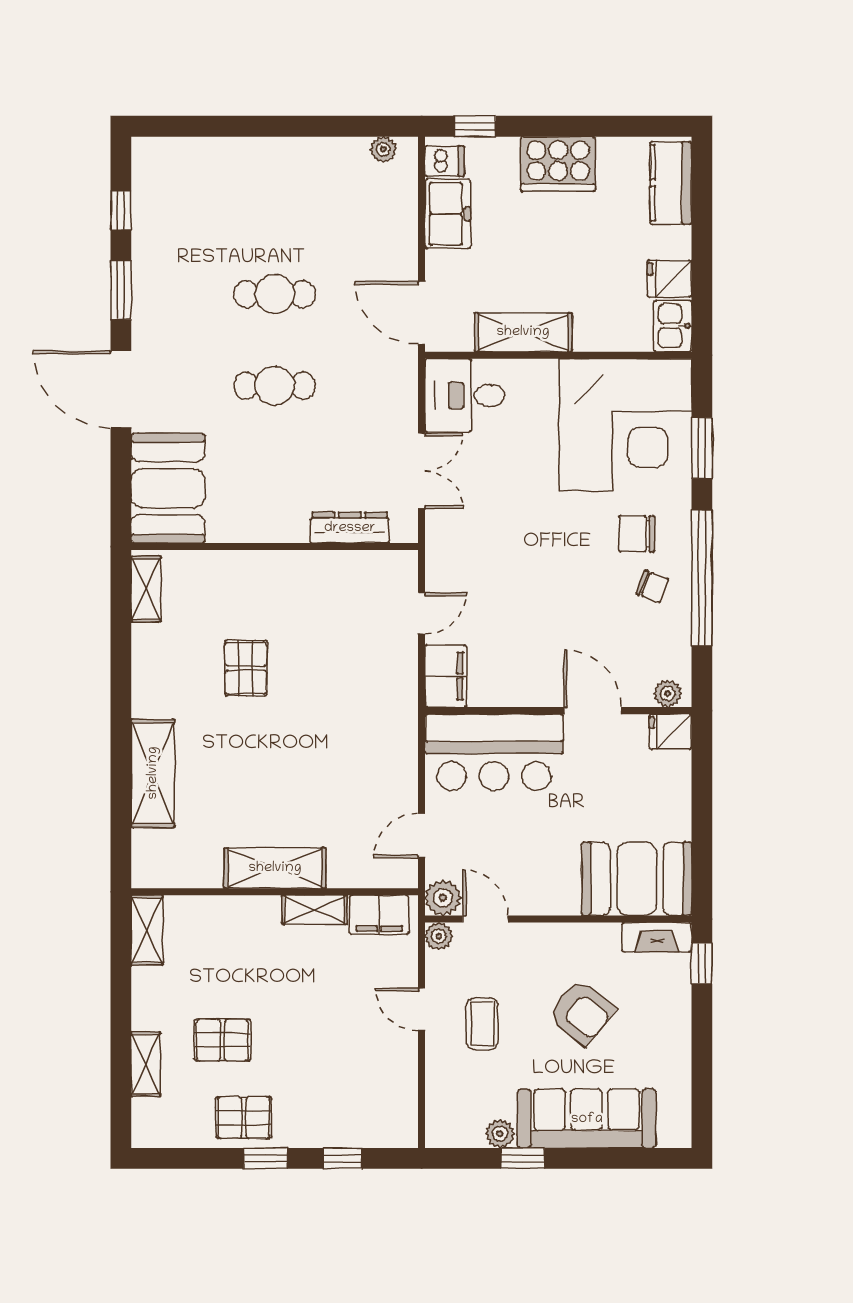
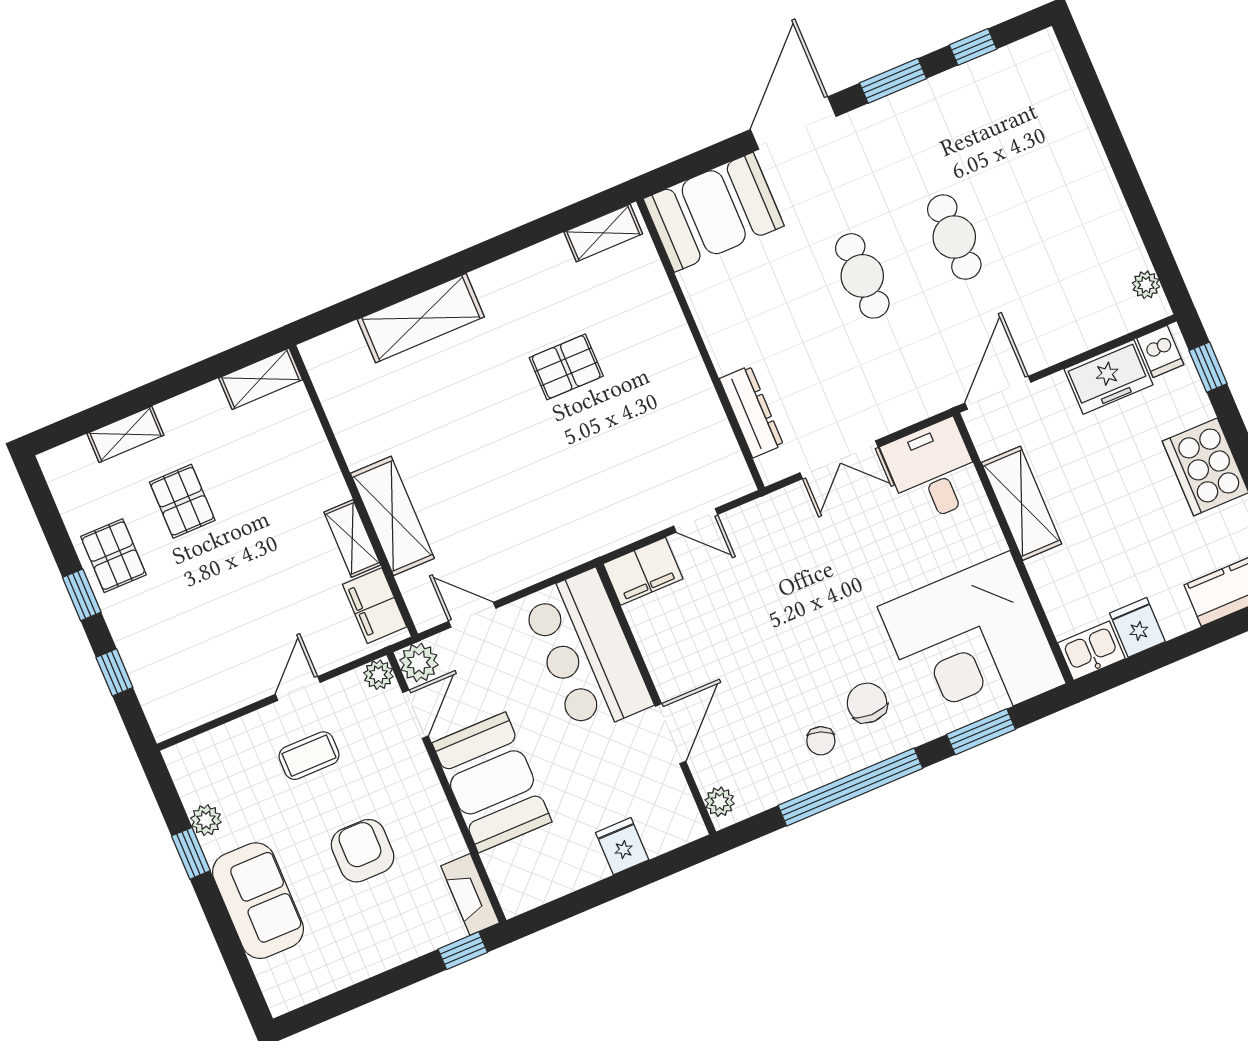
fridge: (670, 732) -> (622, 846), moved
shelving: (275, 868) -> (392, 516), moved
booth: (637, 879) -> (492, 782), moved
armchair: (582, 1012) -> (363, 851), turned 141
sofa: (587, 1119) -> (258, 901), width x0.73

